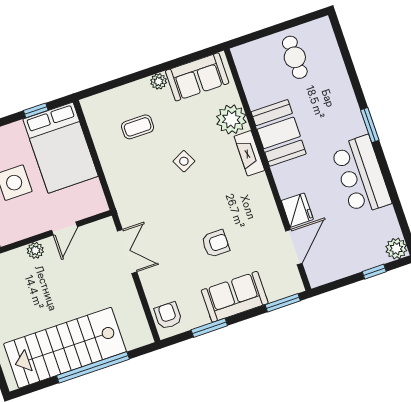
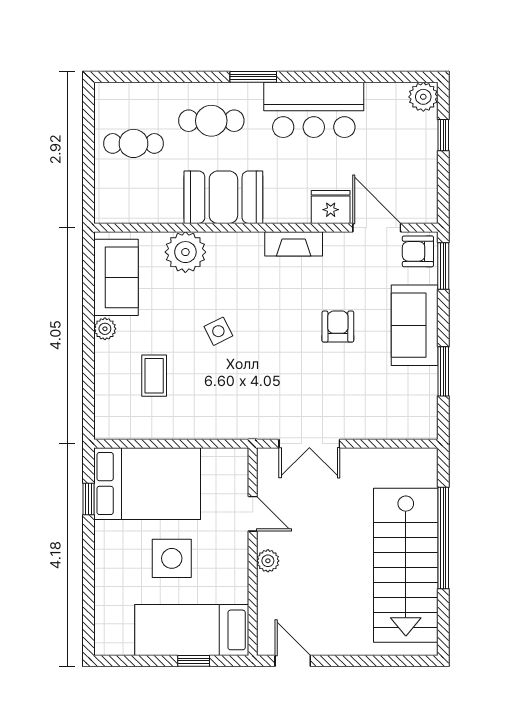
cafe table: (329, 106) -> (211, 121), added
fireplace: (249, 153) -> (294, 244), moved
double door: (127, 251) -> (309, 444), swing flipped
armchair: (168, 316) -> (418, 251), moved

